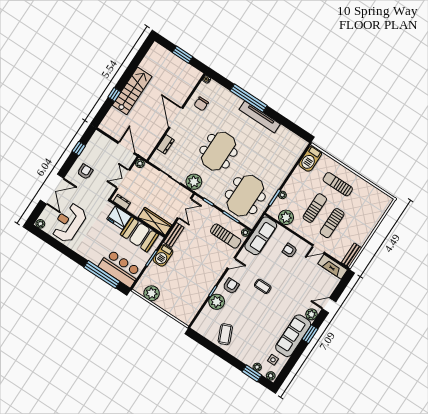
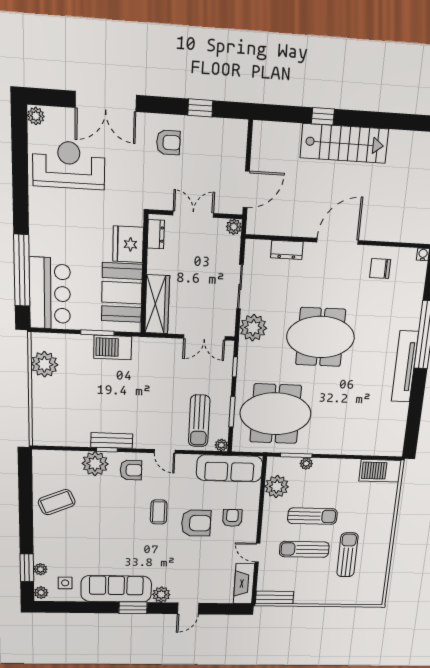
sun lounger: (338, 184) -> (347, 555), moved
bench: (174, 235) -> (112, 441), moved
armchair: (281, 271) -> (196, 523), added
door: (329, 305) -> (188, 608), swing flipped

